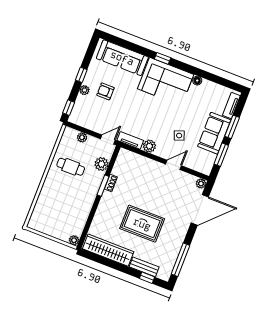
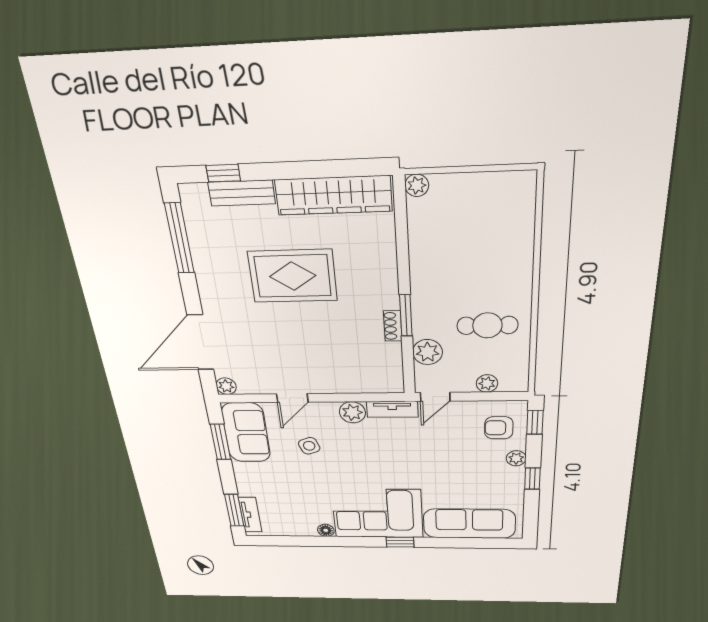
armchair: (105, 91) -> (499, 428), moved, turned 180
window: (232, 127) -> (234, 510), moved
sofa: (214, 133) -> (246, 433), moved

